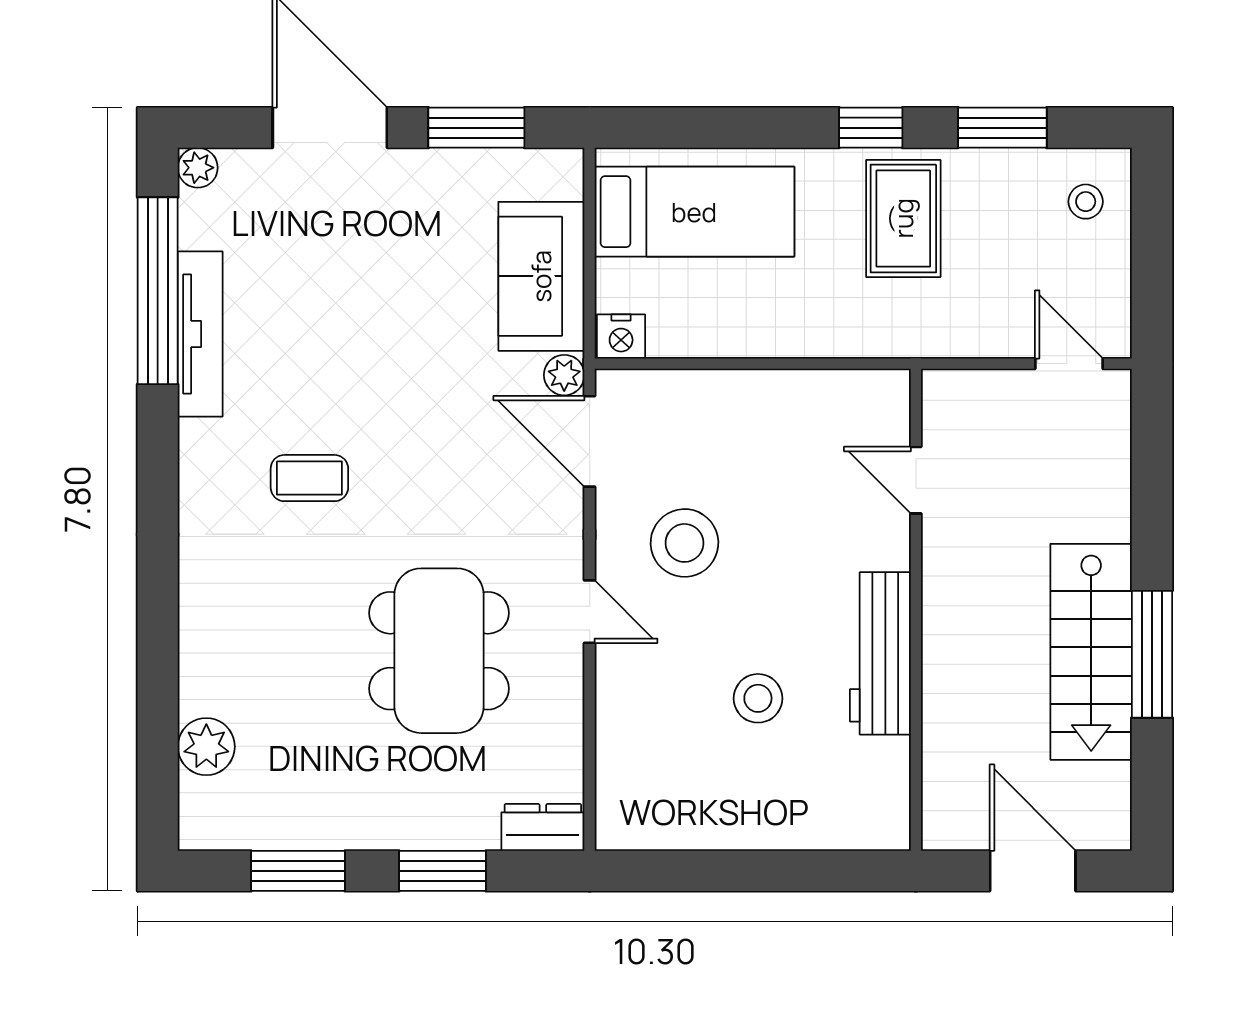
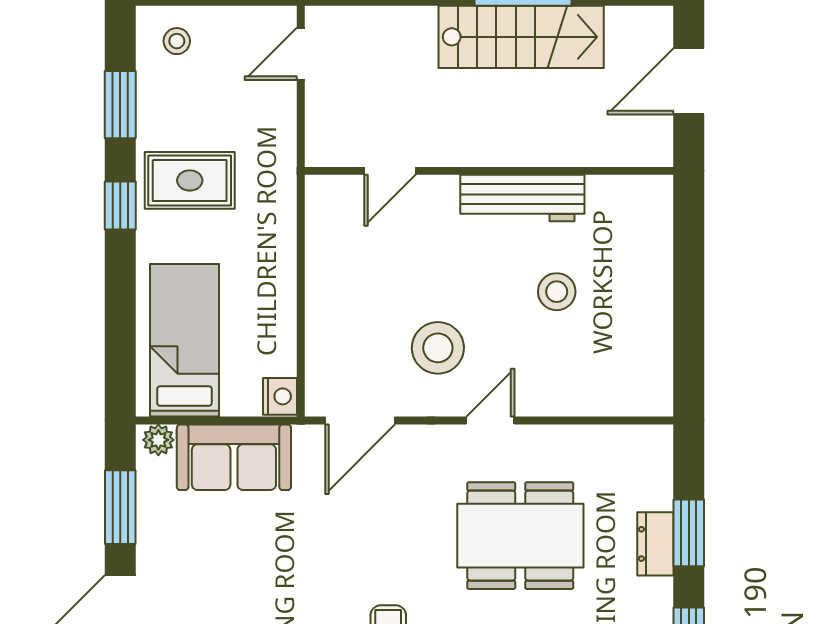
plant: (564, 375) -> (158, 440), moved
dresser: (543, 827) -> (655, 544), moved

